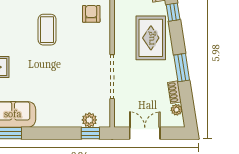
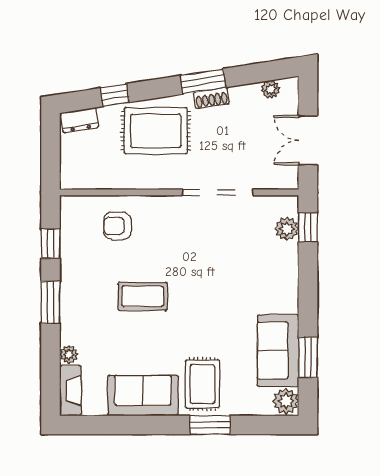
shoe rack: (174, 92) -> (211, 98), moved

